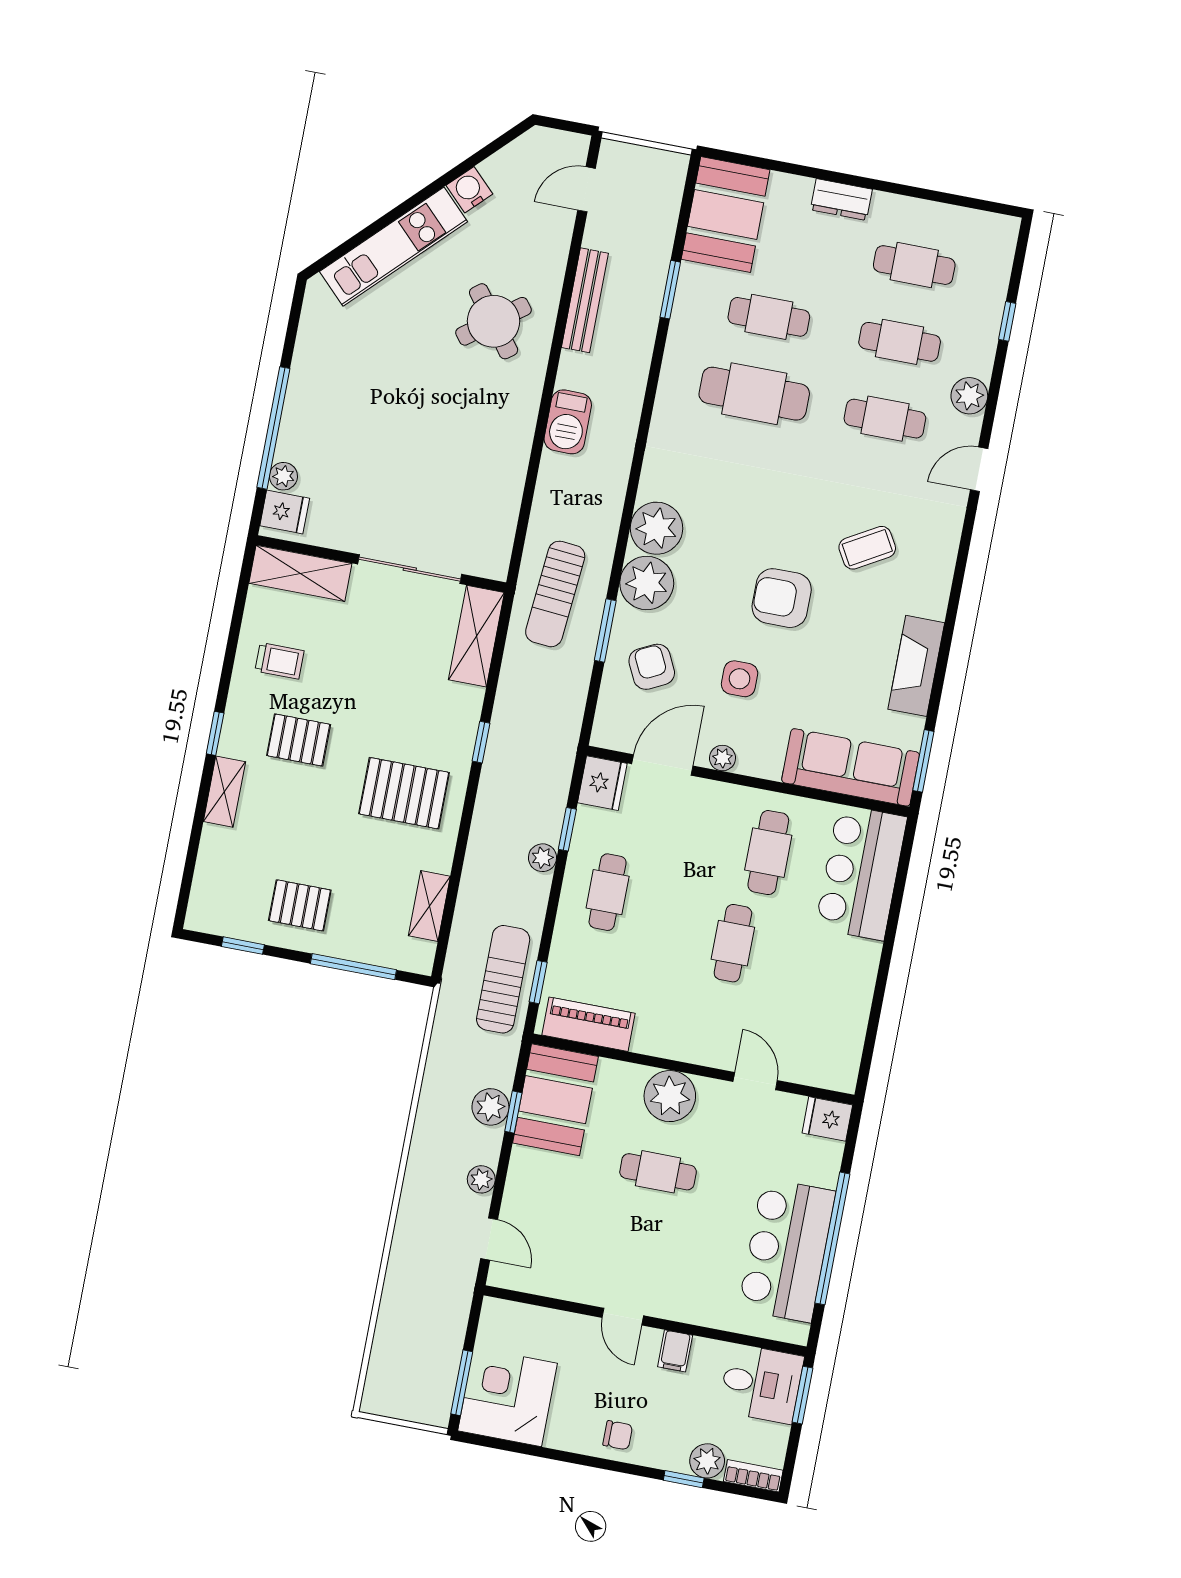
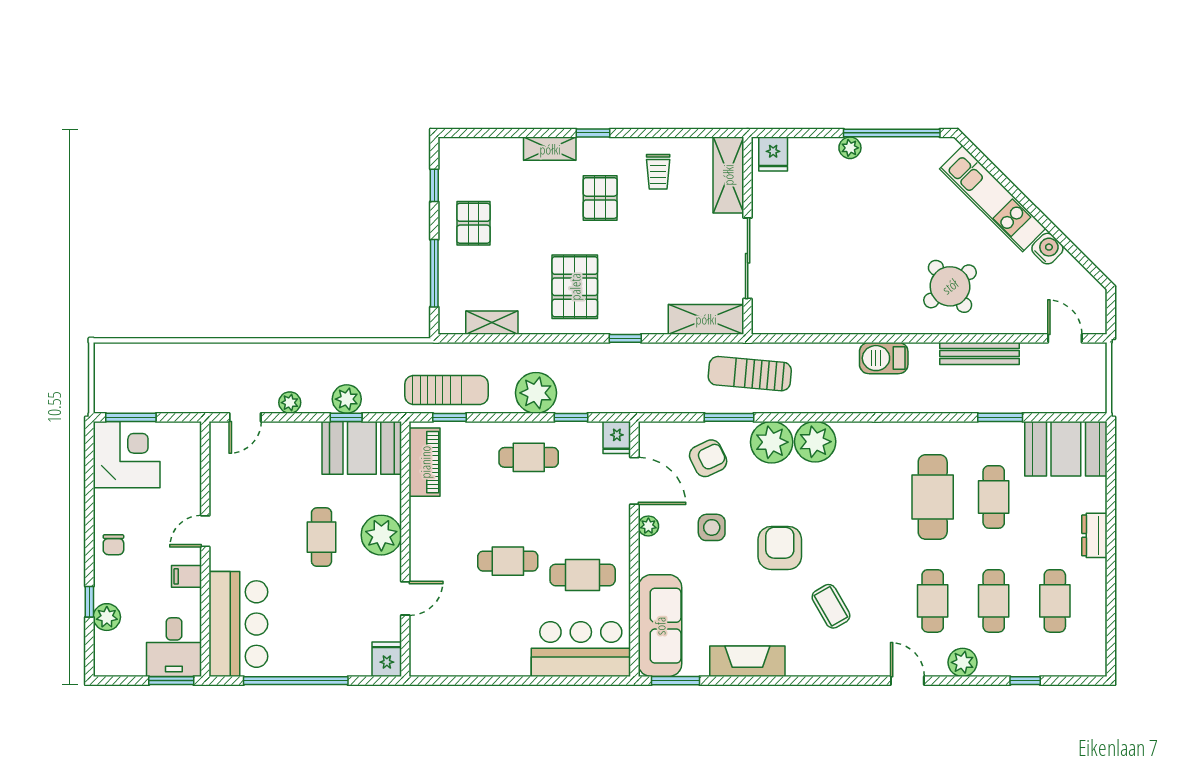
window: (273, 428) -> (892, 133), moved
plant: (283, 476) -> (850, 148), moved
fridge: (602, 783) -> (617, 437), width x0.72
plant: (542, 858) -> (536, 393), width x1.87, depth x1.87
bar counter: (787, 1250) -> (238, 624), moved, turned 90
bookcase: (753, 1476) -> (102, 655), removed

